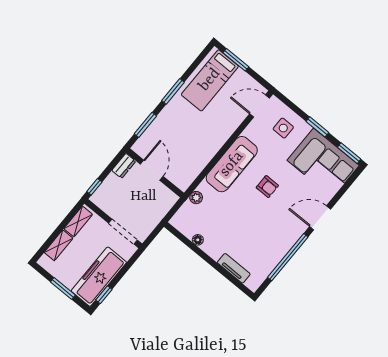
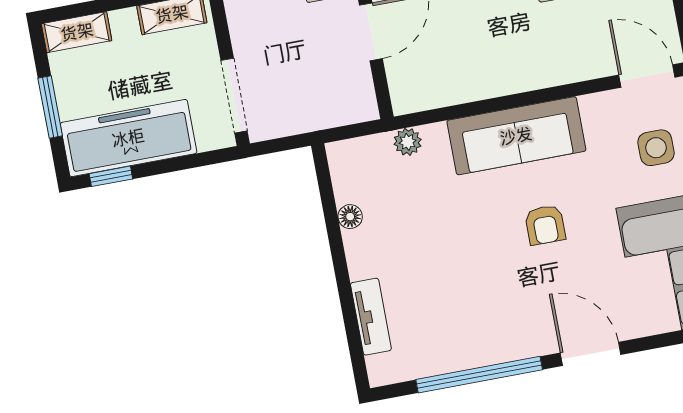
shelving: (59, 245) -> (77, 32), moved

